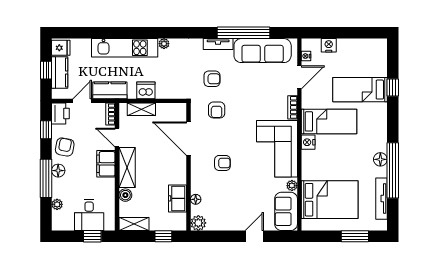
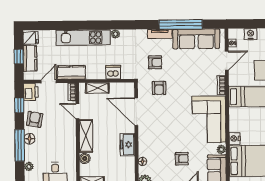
dishwasher: (146, 90) -> (113, 72), moved
nightstand: (308, 142) -> (235, 138), moved
armchair: (222, 163) -> (182, 159), moved
filing cabinet: (106, 164) -> (69, 133), removed
freezer: (177, 198) -> (127, 145), moved

